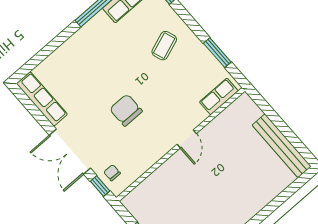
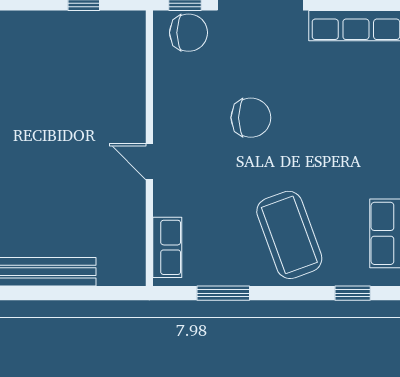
coffee table: (164, 46) -> (289, 235), width x1.86, depth x1.72
chair: (112, 173) -> (189, 33), width x1.87, depth x1.87

